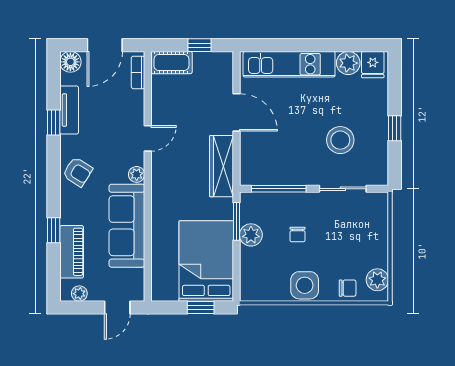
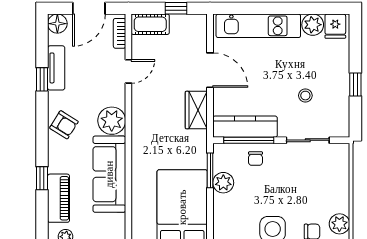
door: (148, 138) -> (128, 71), moved
stool: (340, 140) -> (305, 96), width x0.53, depth x0.53
wardrobe: (222, 166) -> (196, 110), width x0.67
plant: (137, 174) -> (112, 121), width x1.88, depth x1.88
kitchen counter: (275, 174) -> (245, 127), added
chair: (298, 234) -> (255, 159), moved

